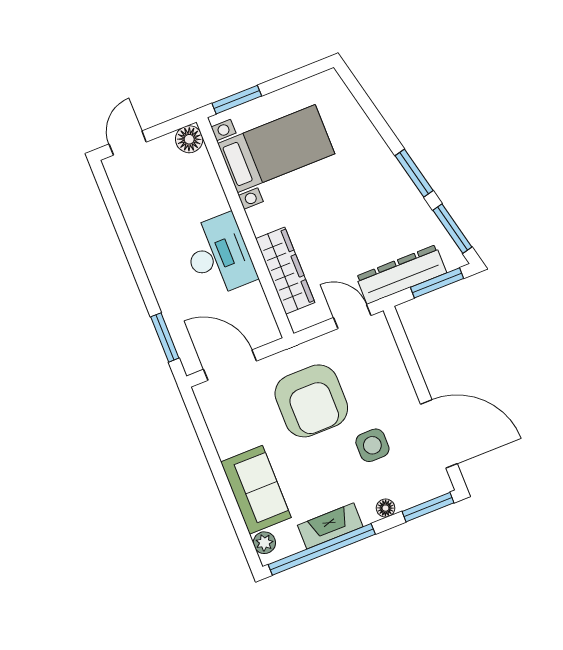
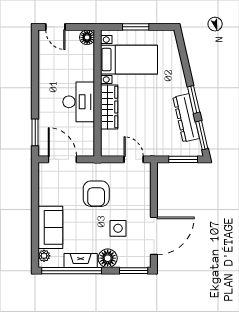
window: (237, 100) -> (136, 27), moved
door: (128, 143) -> (55, 27), swing flipped
wardrobe: (285, 271) -> (109, 107), moved
dresser: (401, 275) -> (186, 118), moved, turned -103
armchair: (311, 401) -> (96, 194), width x0.73, depth x0.73
door: (439, 434) -> (154, 236), hinge flipped
floor lamp: (386, 508) -> (108, 258), width x1.89, depth x1.89

